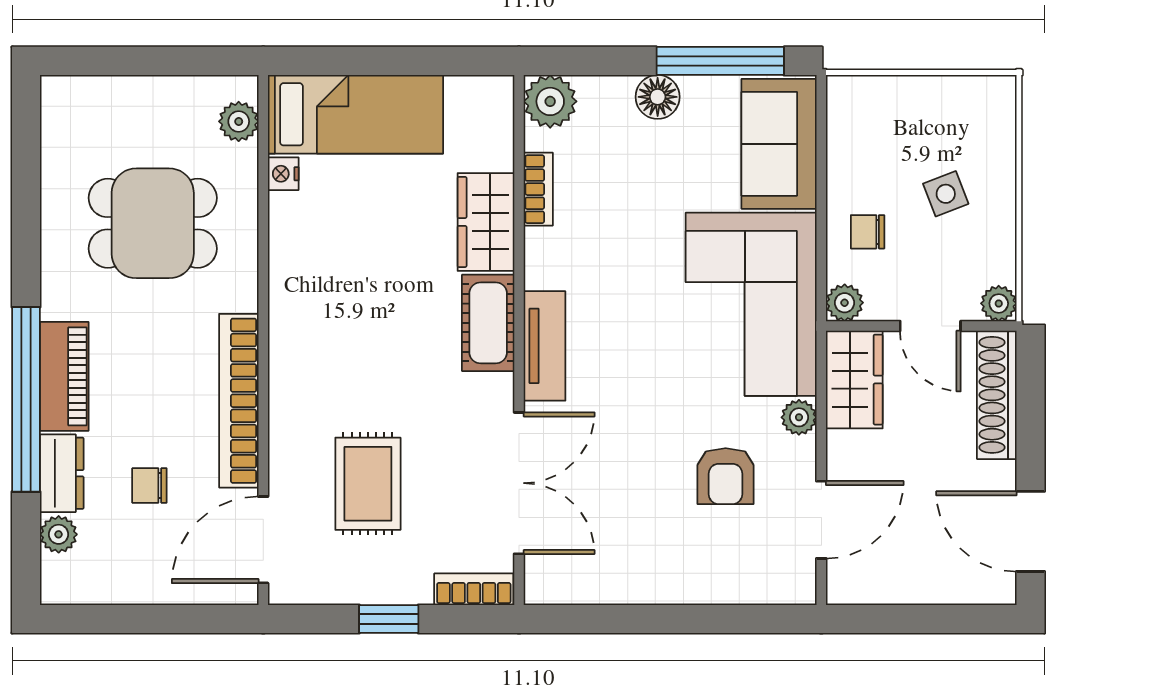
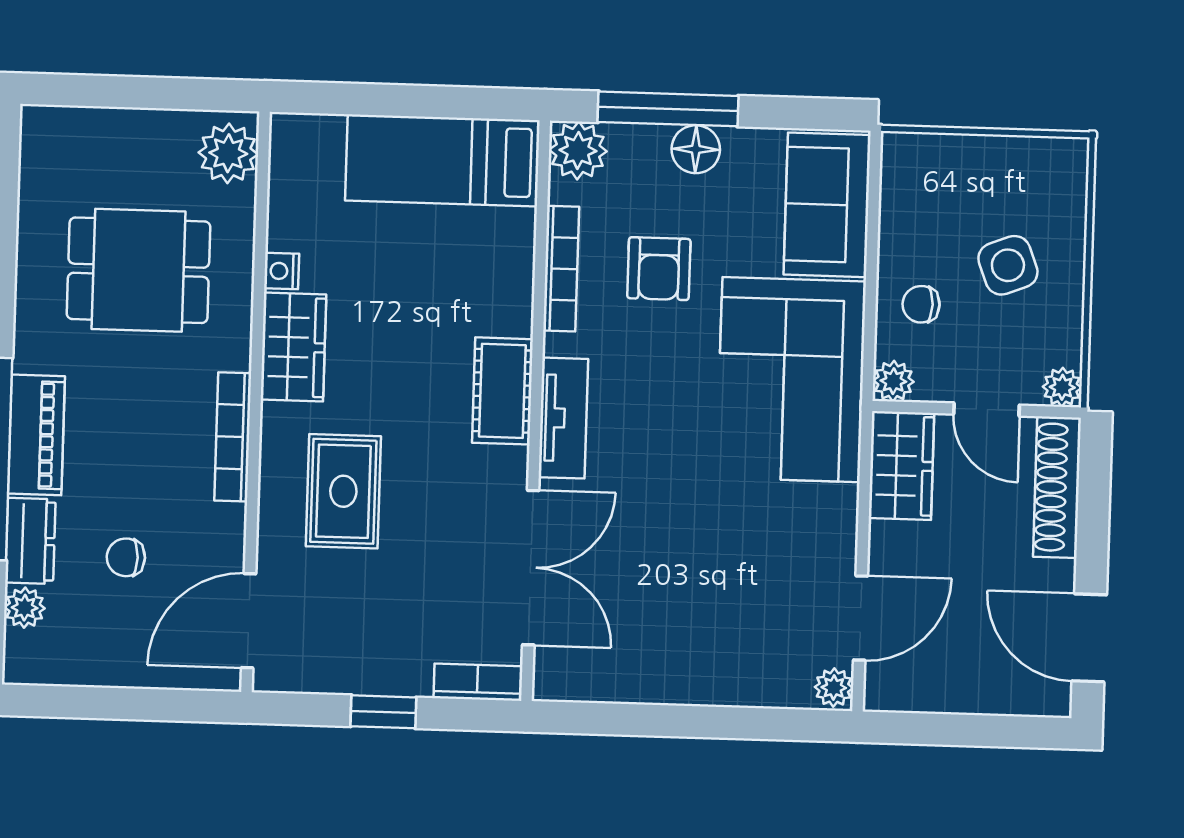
window: (720, 61) -> (668, 109), moved
bed: (355, 114) -> (442, 160), moved, turned 180
plant: (239, 121) -> (228, 153), width x1.38, depth x1.38
nightstand: (283, 174) -> (282, 271), moved
bookcase: (538, 189) -> (561, 269), width x1.56
side table: (946, 194) -> (1008, 265), width x1.37, depth x1.37
wardrobe: (486, 222) -> (293, 347), moved, turned 180
bookcase: (239, 401) -> (233, 437), width x0.68, depth x0.76
plant: (799, 417) -> (834, 688), moved
armchair: (726, 476) -> (659, 269), moved
rug: (368, 484) -> (343, 491), moved

